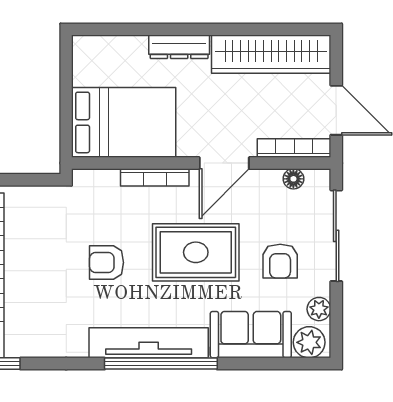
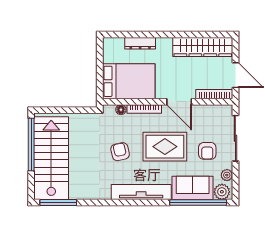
dresser: (179, 47) -> (140, 43), moved
door: (224, 163) -> (179, 102), hinge flipped
floor lamp: (293, 179) -> (121, 110), moved
armchair: (107, 263) -> (120, 152), turned 77
window: (161, 364) -> (198, 202), moved

